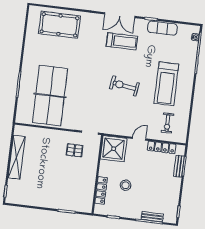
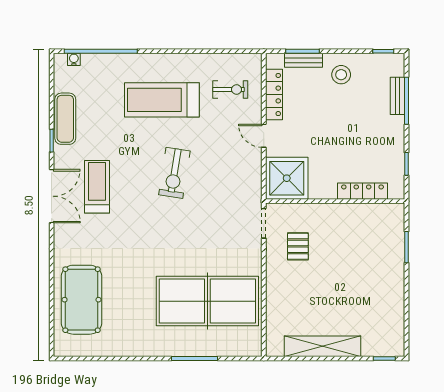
treadmill: (166, 84) -> (162, 100), turned 180
stool: (126, 185) -> (341, 75), moved

